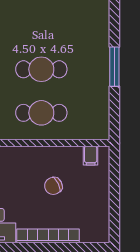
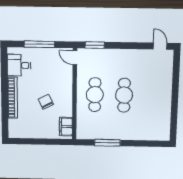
window: (114, 67) -> (107, 143), moved
filing cabinet: (91, 156) -> (66, 127), width x2.00

